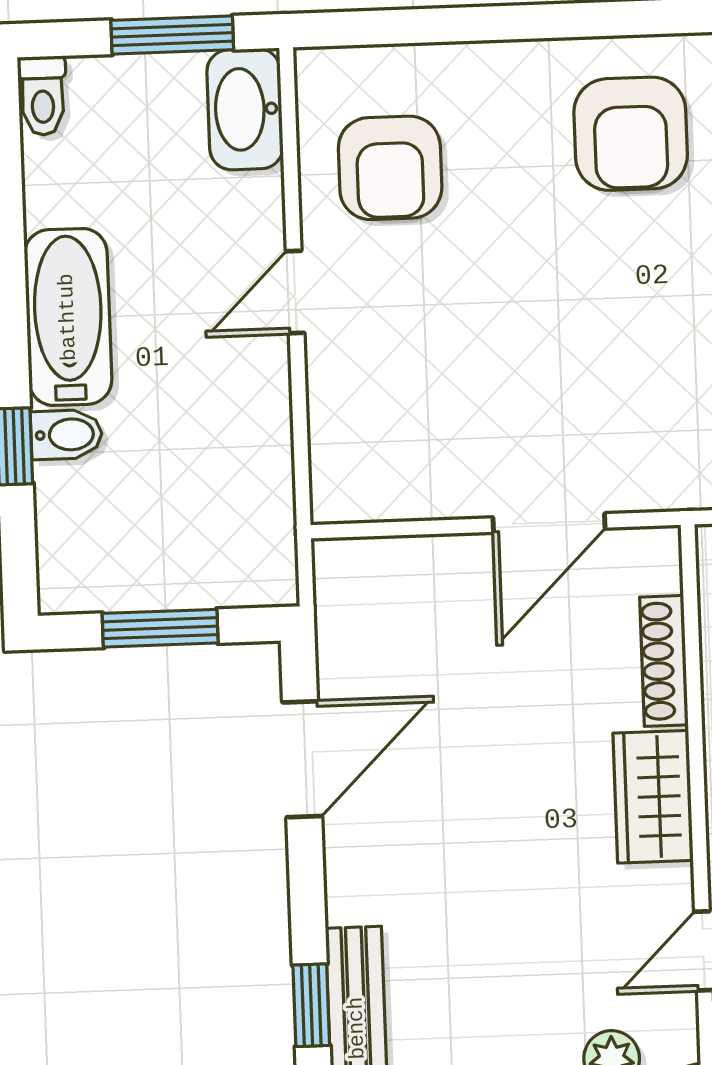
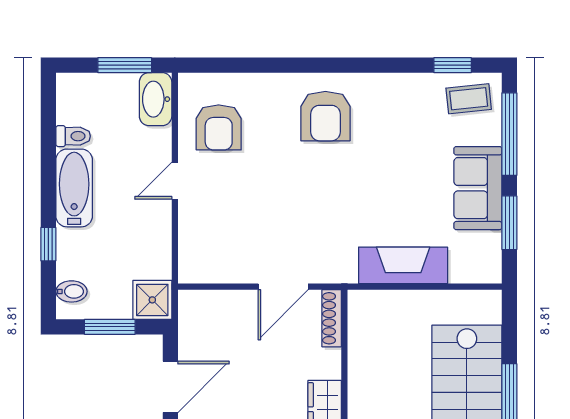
toilet: (43, 96) -> (73, 136), moved, turned -90
bidet: (66, 435) -> (71, 291), moved
shower: (254, 564) -> (152, 300), added
shoe rack: (664, 661) -> (332, 318), moved

